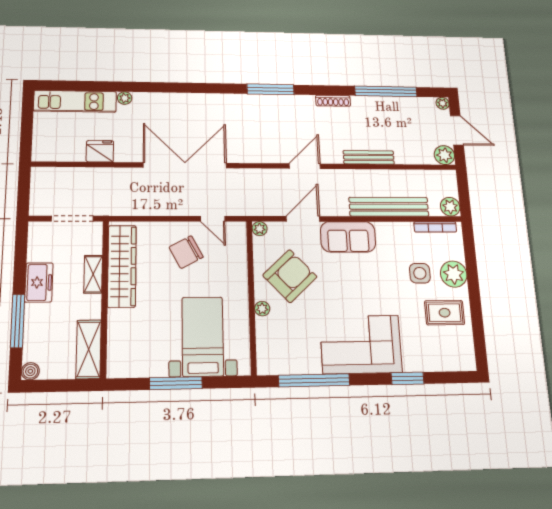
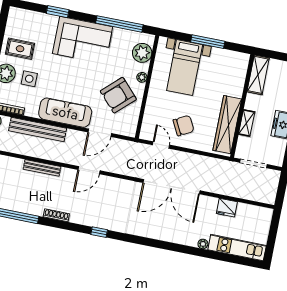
window: (271, 89) -> (99, 232), width x0.46
plant: (260, 229) -> (142, 53), moved, width x1.88, depth x1.88
sofa: (348, 237) -> (65, 113), width x1.36

